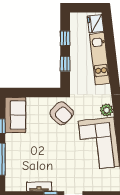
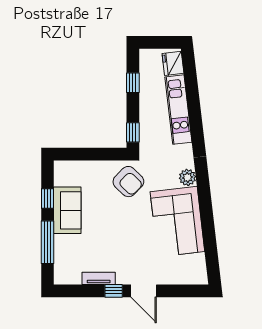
window: (65, 64) -> (133, 132), moved
sofa: (15, 115) -> (67, 210), moved

